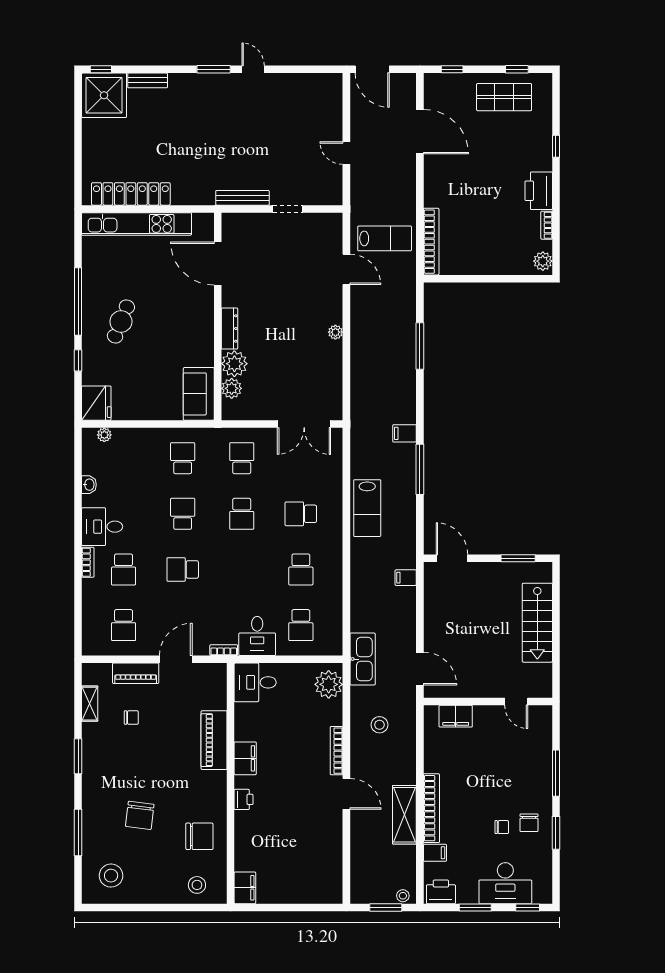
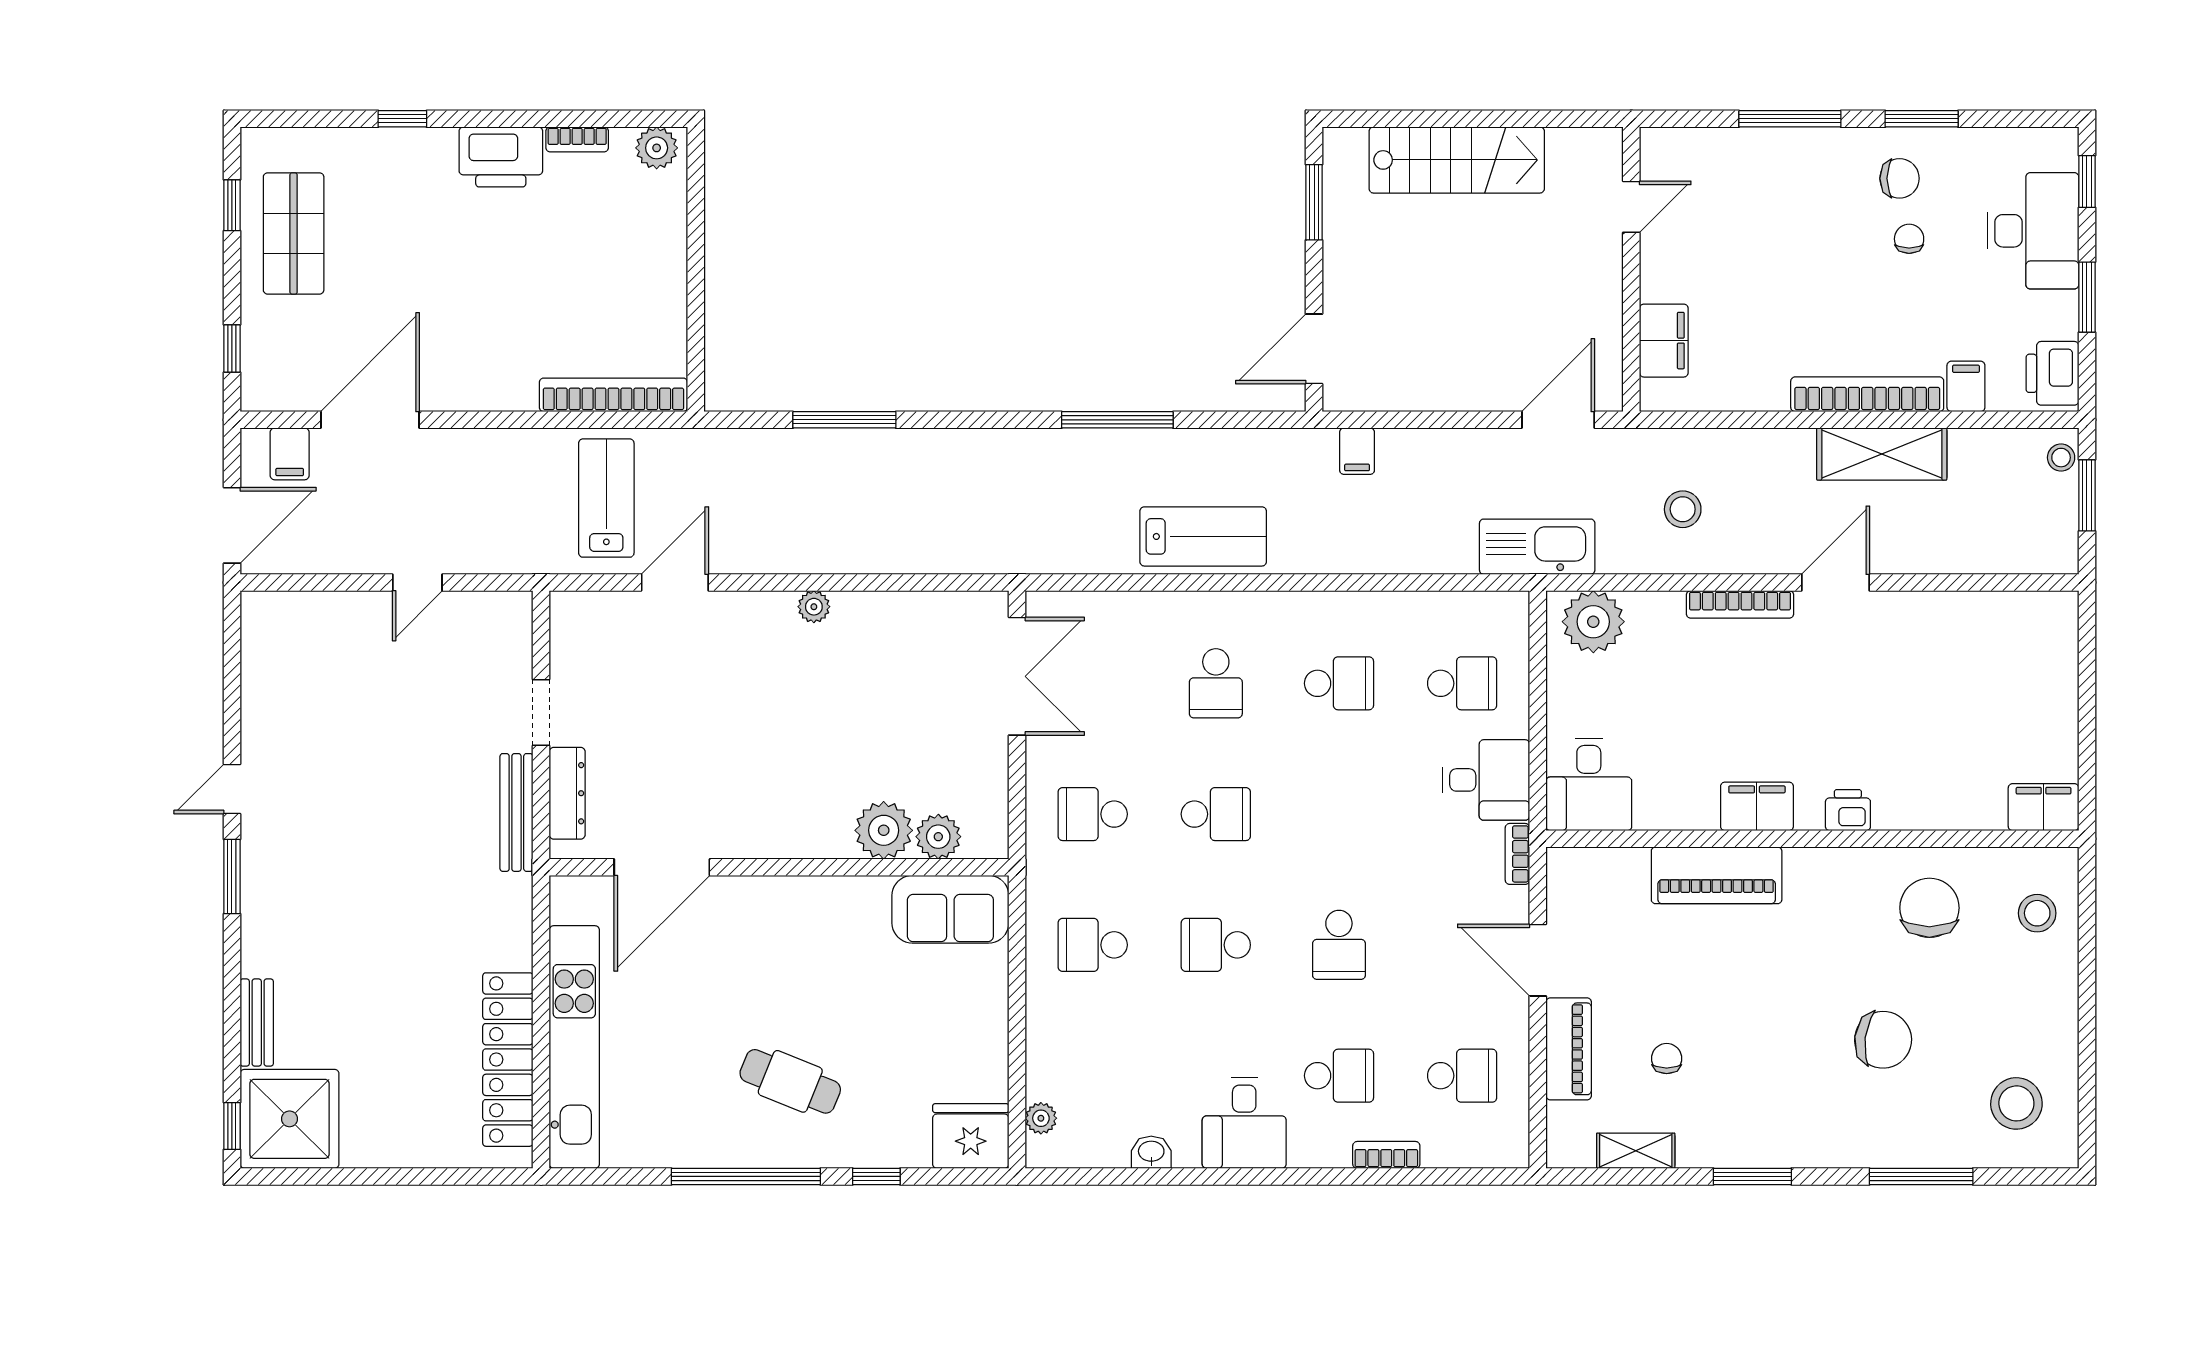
dresser: (229, 329) -> (567, 793), moved, turned 90
filing cabinet: (405, 433) -> (290, 454), moved
bookcase: (88, 562) -> (1386, 1155), moved

